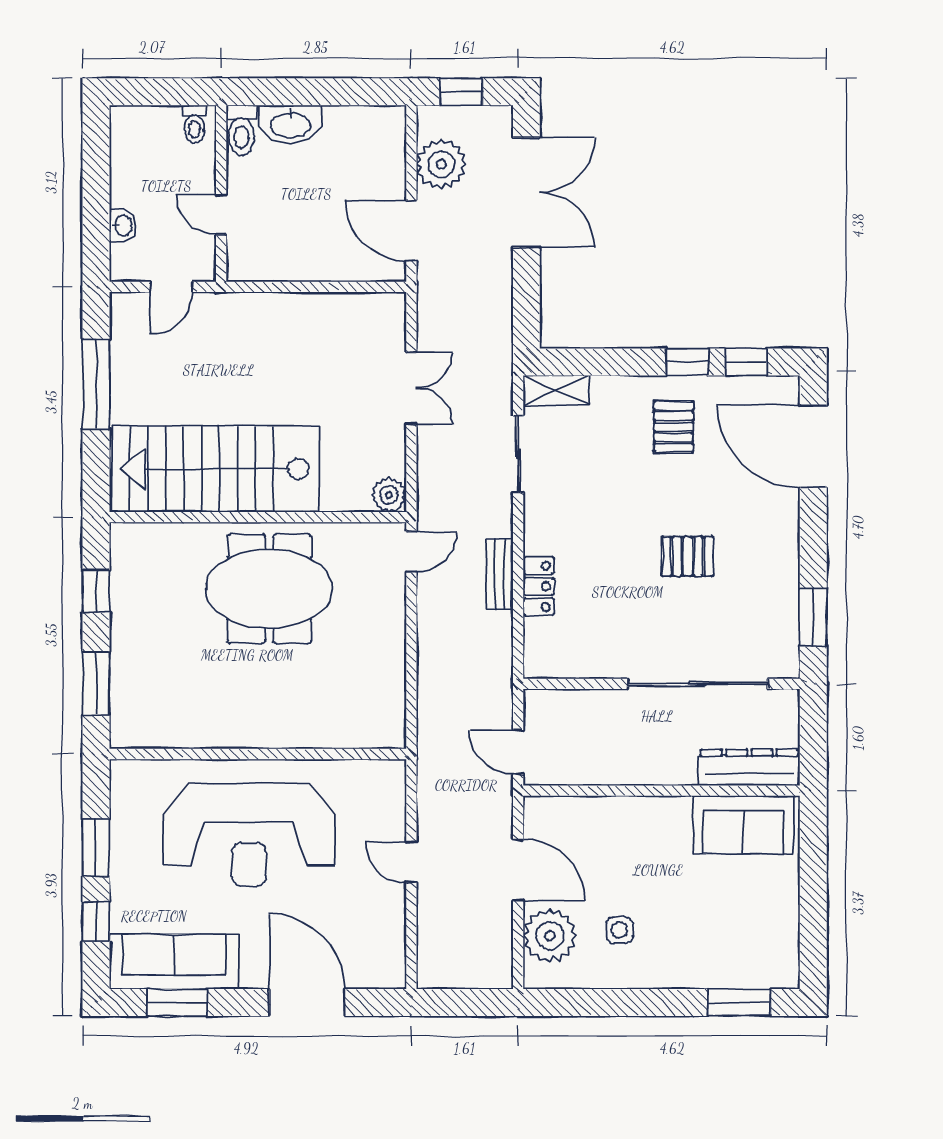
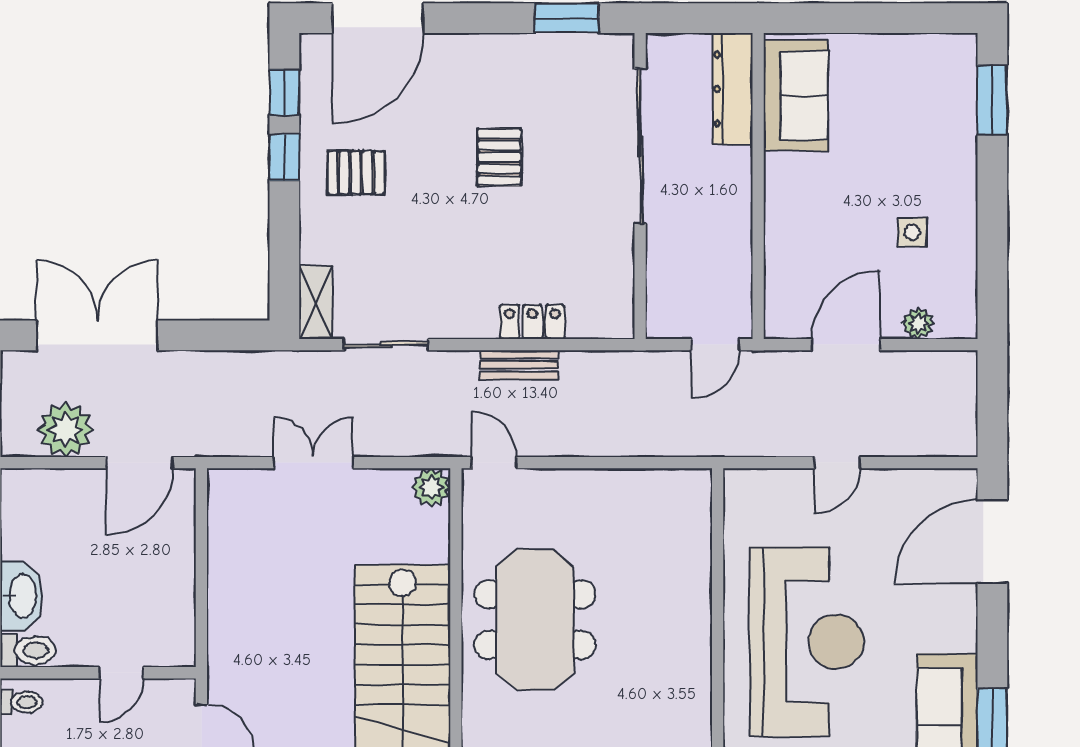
plant: (550, 936) -> (918, 323), width x0.53, depth x0.53
door: (307, 1003) -> (992, 541), moved

